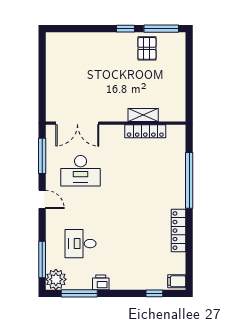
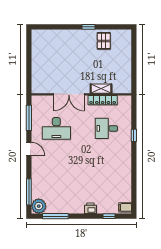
window: (161, 29) -> (114, 27), removed
double door: (77, 123) -> (69, 94), moved
window: (189, 180) -> (134, 135), width x0.32
locker: (178, 231) -> (126, 171), removed
desk: (81, 244) -> (106, 128), moved
printer: (101, 282) -> (90, 208), moved

